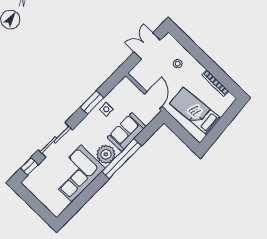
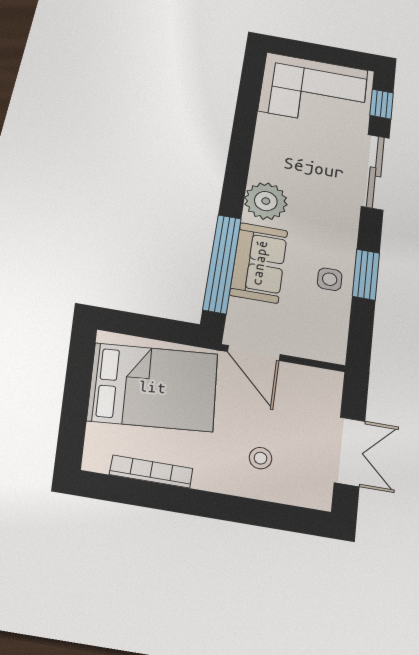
bed: (195, 111) -> (153, 387), width x1.50
window: (122, 159) -> (222, 263), moved
corner sofa: (77, 173) -> (314, 90), moved, turned 90

